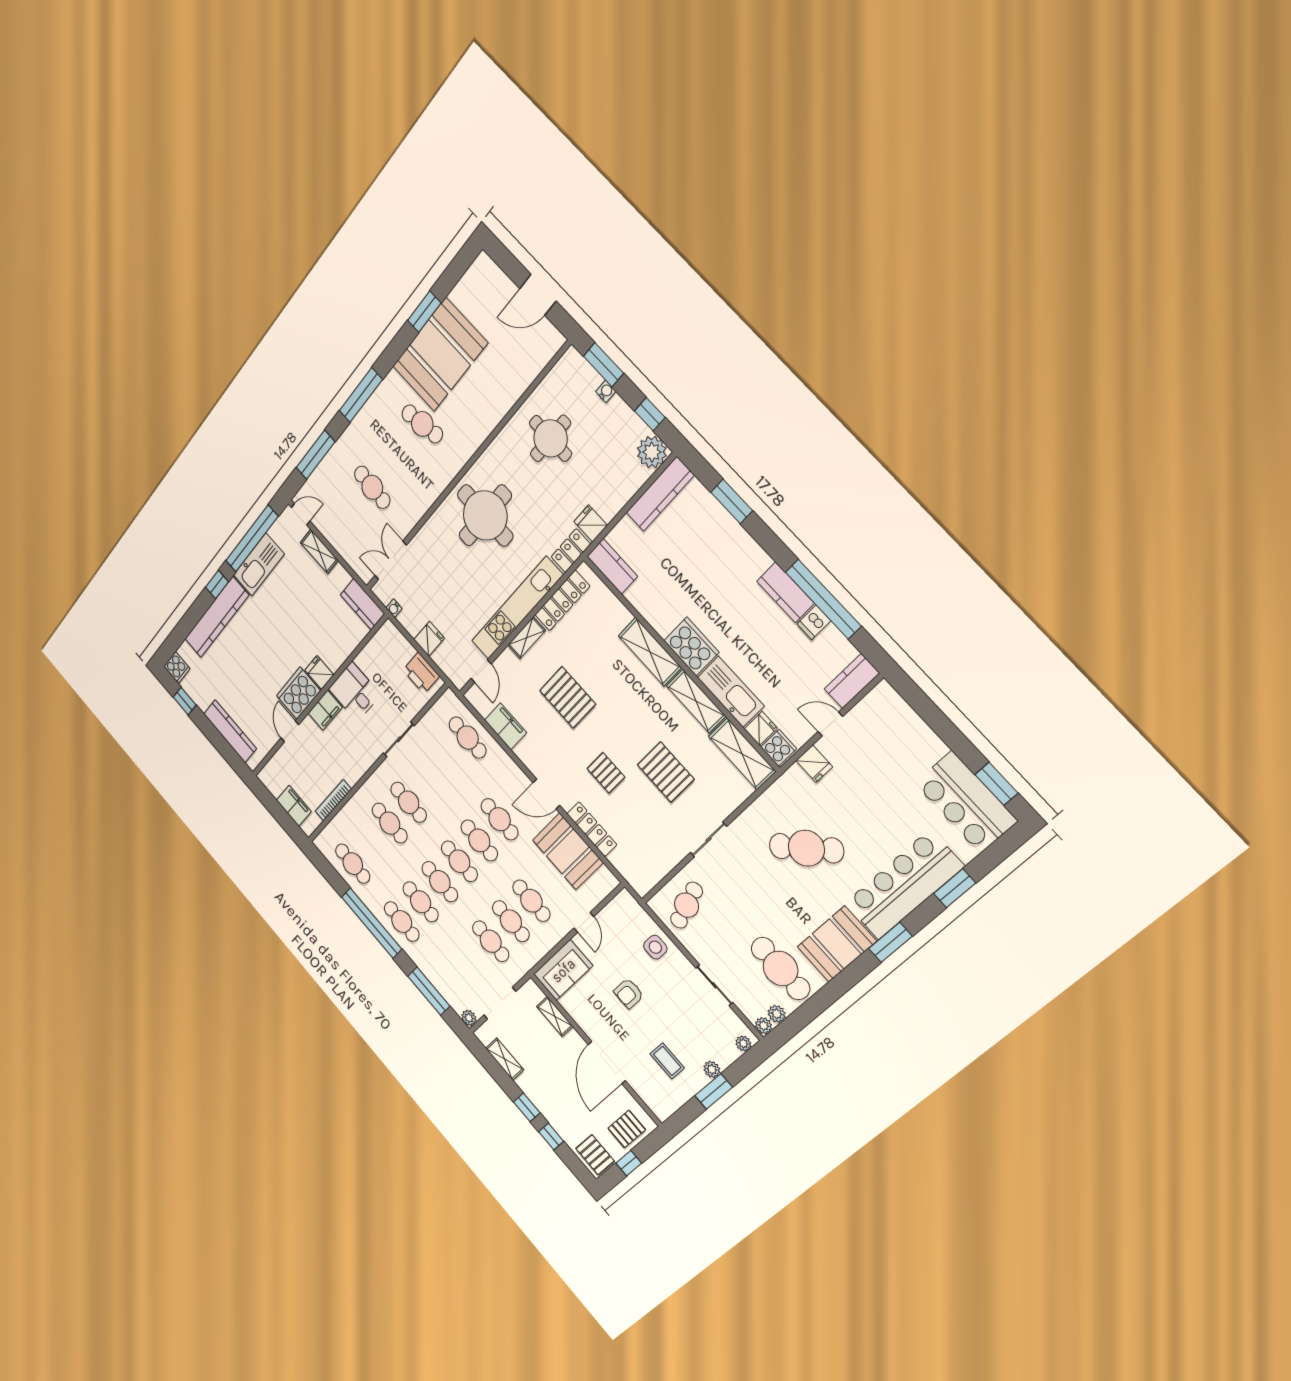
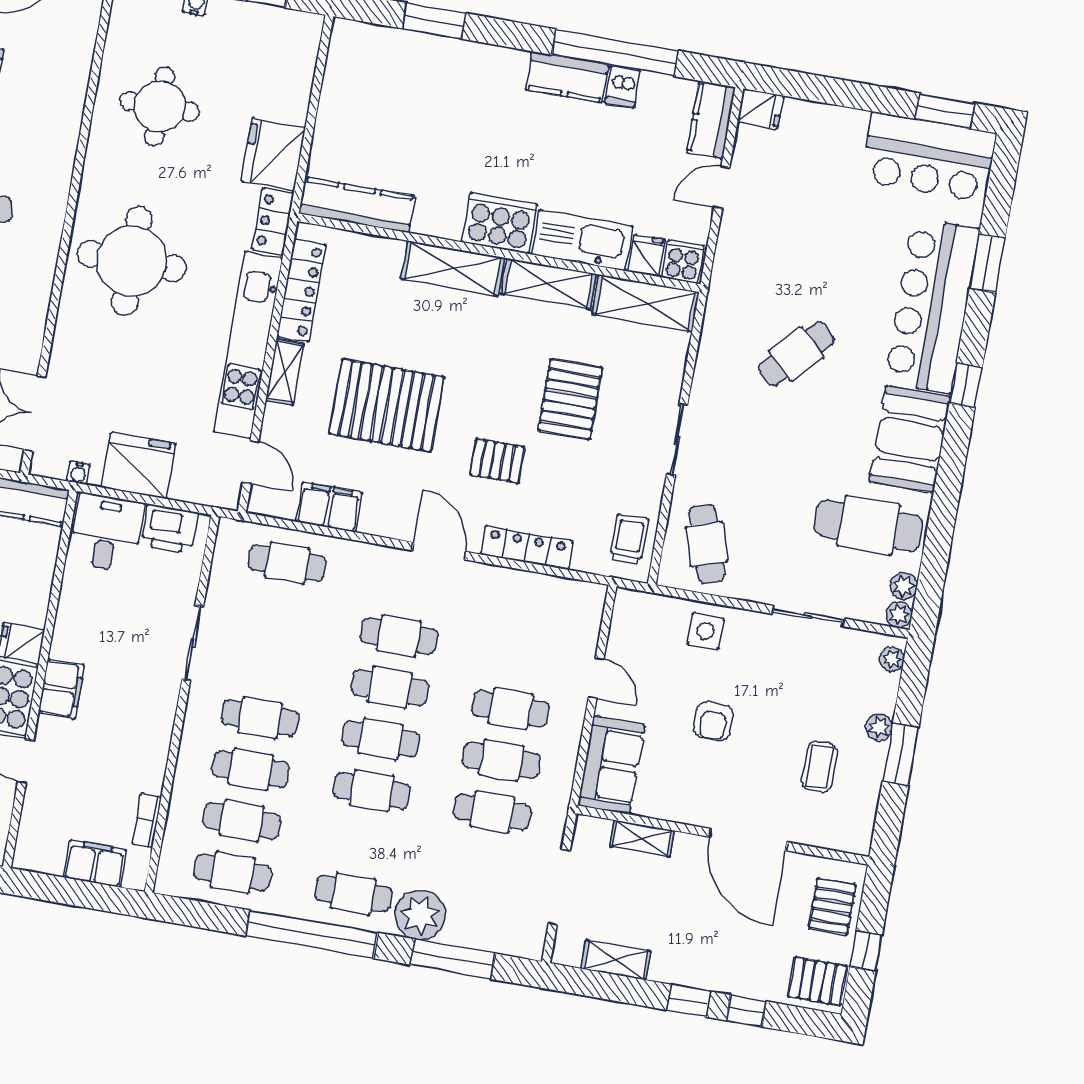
plant: (652, 452) -> (300, 33), removed
kitchen counter: (660, 494) -> (342, 74), removed
fridge: (591, 523) -> (273, 154), width x1.88, depth x1.34
kitchen counter: (612, 566) -> (357, 205), width x1.50
fridge: (429, 639) -> (139, 466), width x1.88, depth x1.34
desk: (355, 692) -> (106, 533), moved, turned 90
pallet: (568, 697) -> (387, 405), width x1.37, depth x1.41
fridge: (814, 764) -> (760, 109), moved
pallet: (666, 772) -> (570, 399), turned 90
door: (546, 794) -> (439, 551), swing flipped
bookcase: (333, 800) -> (147, 820), width x0.64
cafe table: (806, 848) -> (796, 354), width x0.73, depth x0.74
booth: (568, 851) -> (515, 602), removed
trolley: (648, 869) -> (629, 539), added
cafe table: (421, 902) -> (242, 821), moved
window: (890, 942) -> (966, 385), width x0.67
plant: (469, 1018) -> (420, 915), moved, width x1.87, depth x1.87
coffee table: (667, 1061) -> (819, 767), turned 90

